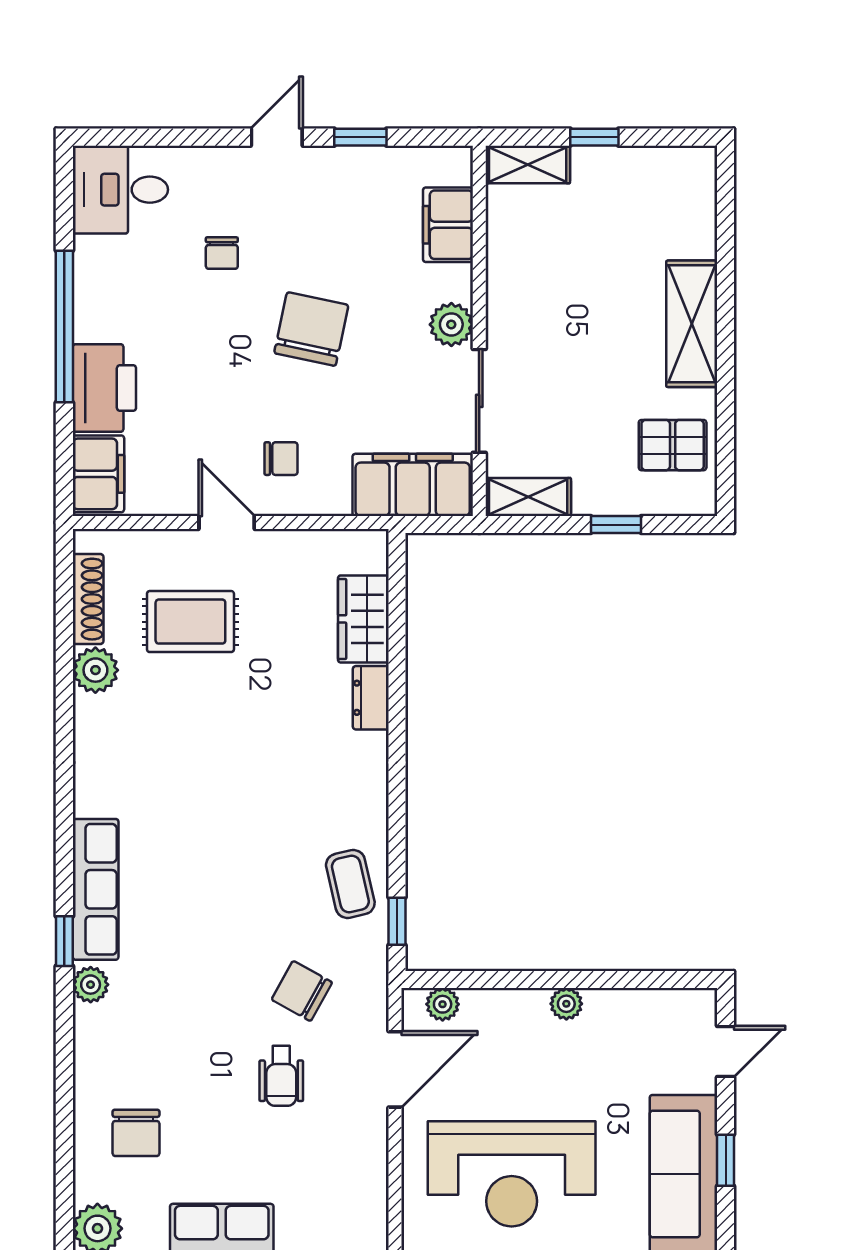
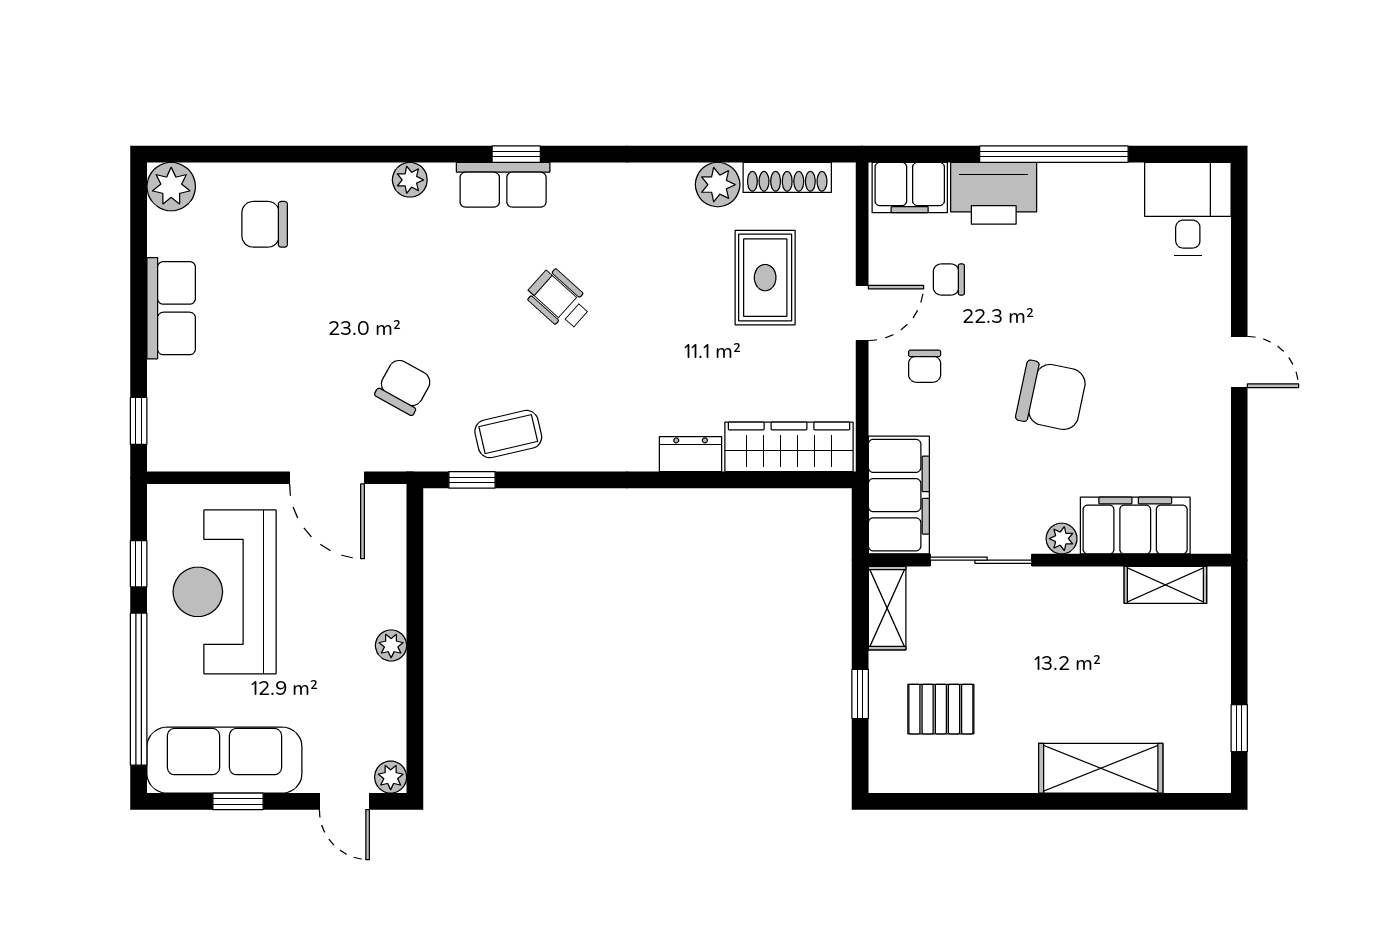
window: (360, 137) -> (1239, 444), removed
window: (594, 137) -> (1239, 728), moved
shelving: (528, 164) -> (1165, 585), moved, turned 90
filing cabinet: (448, 225) -> (1135, 526), width x1.50, depth x1.17
chair: (222, 253) -> (949, 280), moved
plant: (451, 324) -> (1062, 539), width x0.73, depth x0.73
shelving: (692, 324) -> (1101, 768), moved
pallet: (673, 445) -> (941, 709), moved, turned 90
wardrobe: (363, 619) -> (789, 447), width x1.50
row of seats: (96, 889) -> (503, 185), width x0.68
window: (64, 941) -> (516, 154), moved
plant: (443, 1004) -> (391, 777), moved
wheelchair: (281, 1076) -> (559, 300), moved, turned 42

